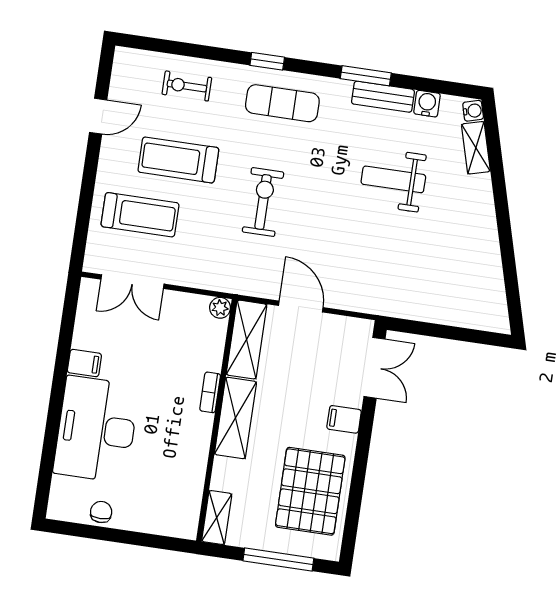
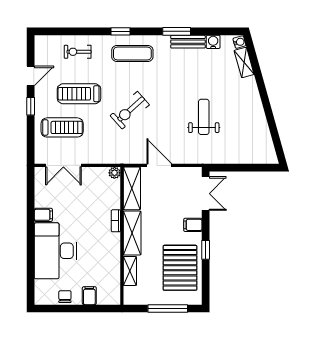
window: (90, 169) -> (31, 106), added
weight bench: (393, 179) -> (204, 117), moved, turned 90
exercise bike: (263, 202) -> (130, 110), turned -132
window: (360, 466) -> (206, 250), added
filing cabinet: (144, 517) -> (89, 296), added
shelving: (217, 518) -> (130, 271), moved

